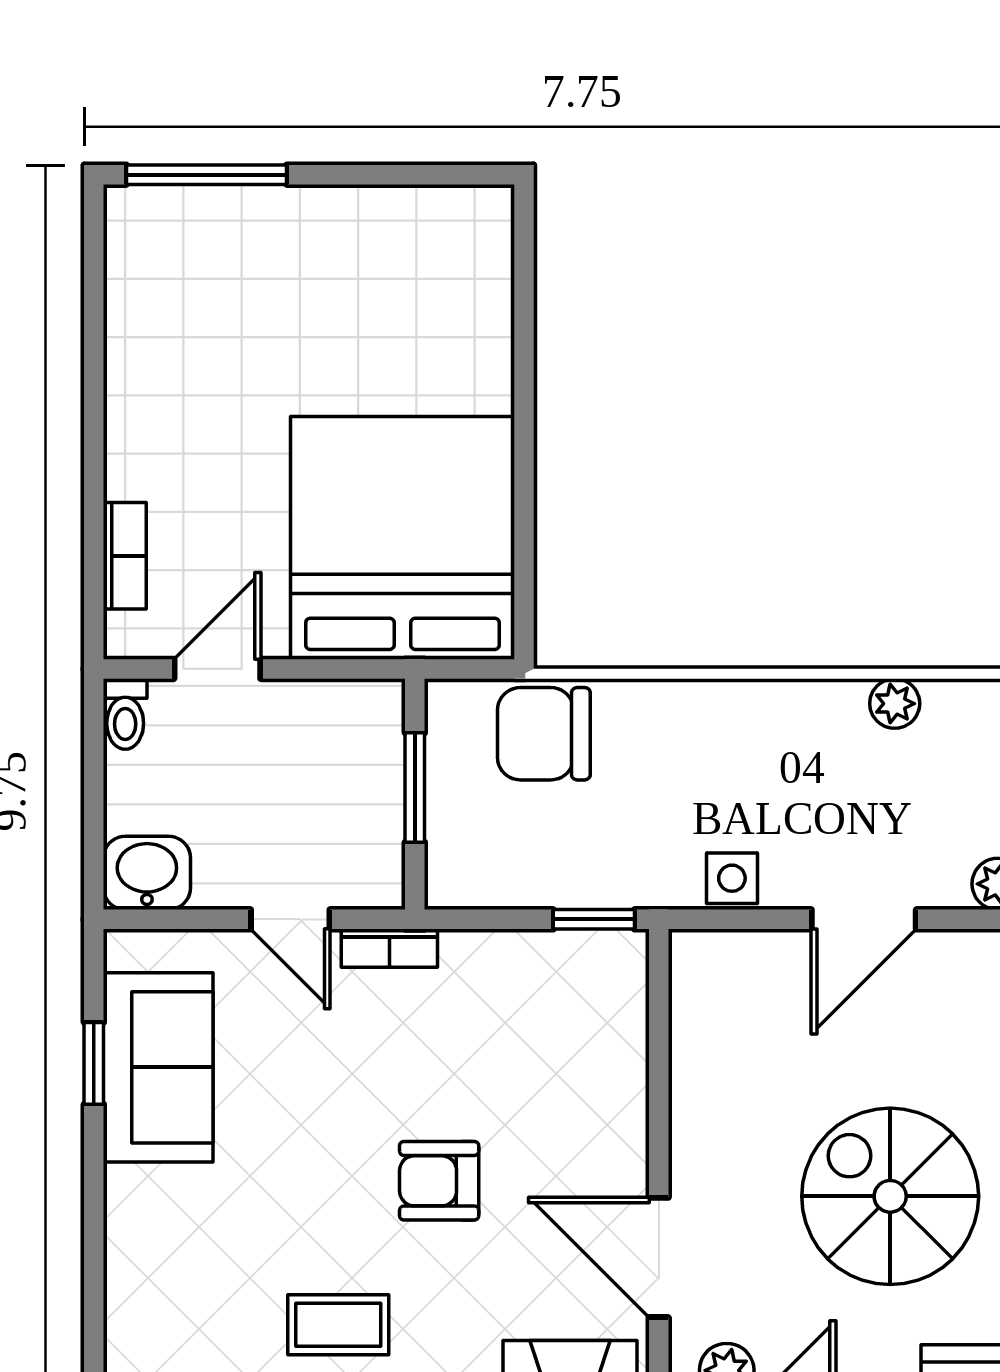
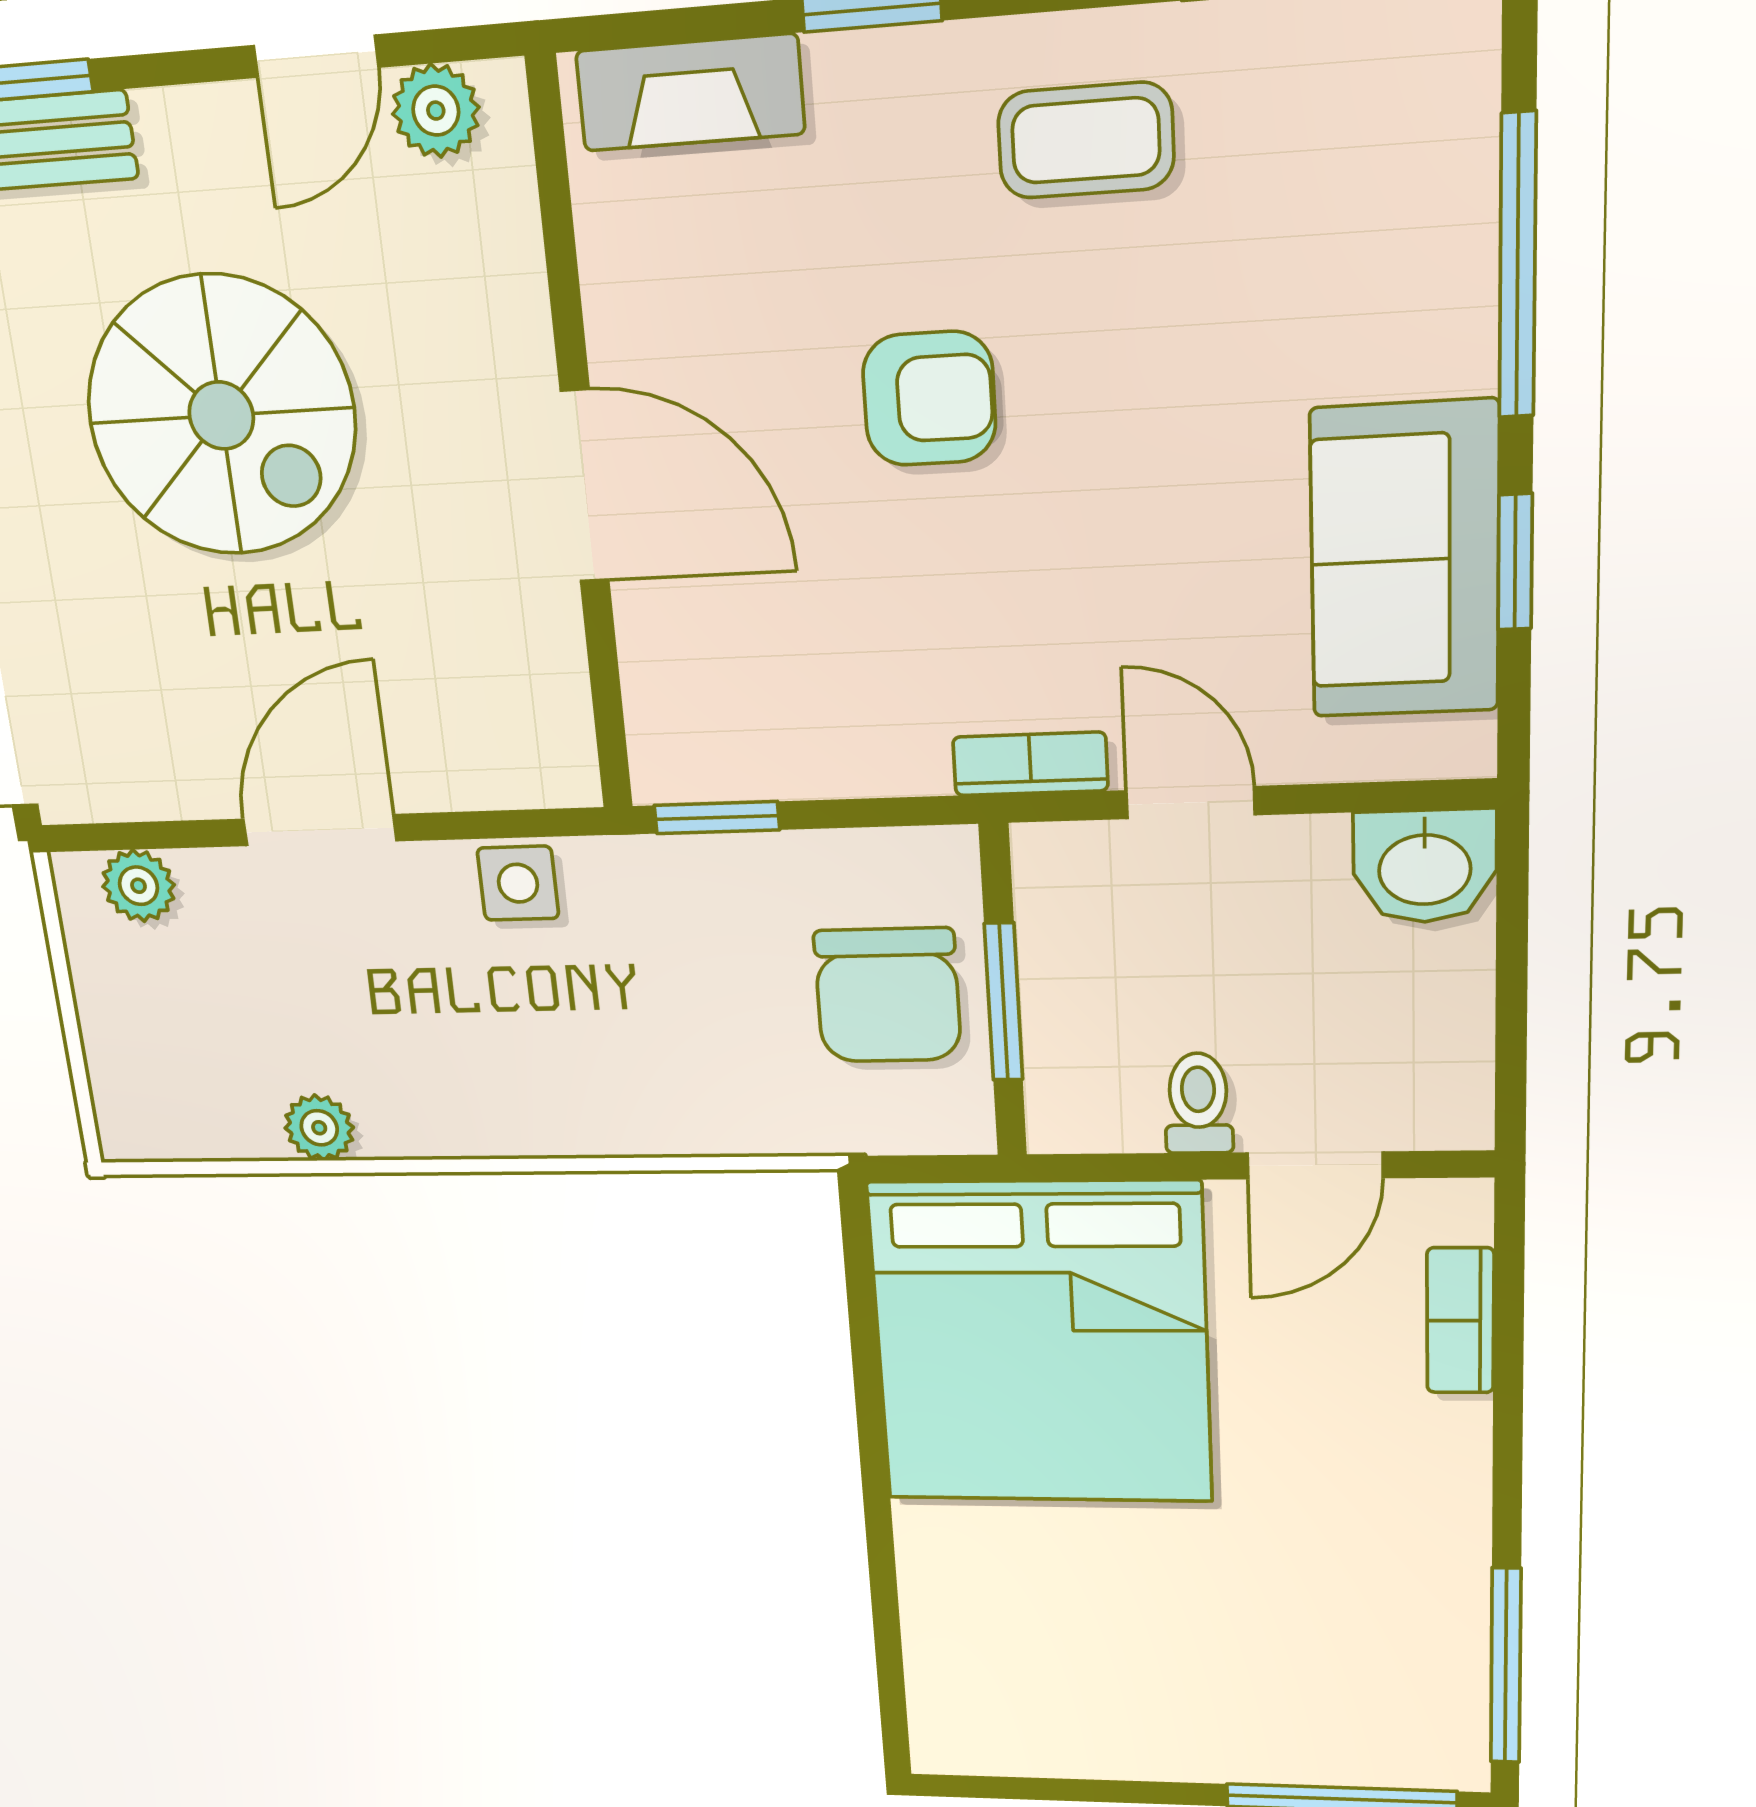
window: (94, 289) -> (1506, 1666), added
toilet: (125, 714) -> (1198, 1103), moved
chair: (544, 734) -> (888, 995), moved, turned 90
window: (94, 1237) -> (1518, 267), added
door: (659, 1257) -> (585, 486), moved

